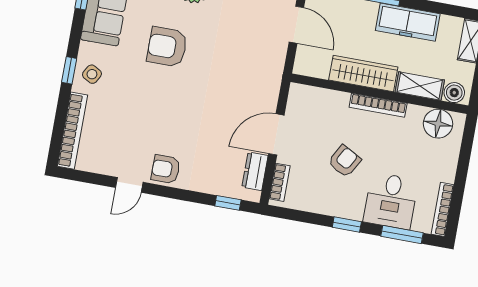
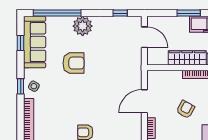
armchair: (167, 47) -> (74, 63), turned 180
dresser: (255, 171) -> (136, 124), removed

